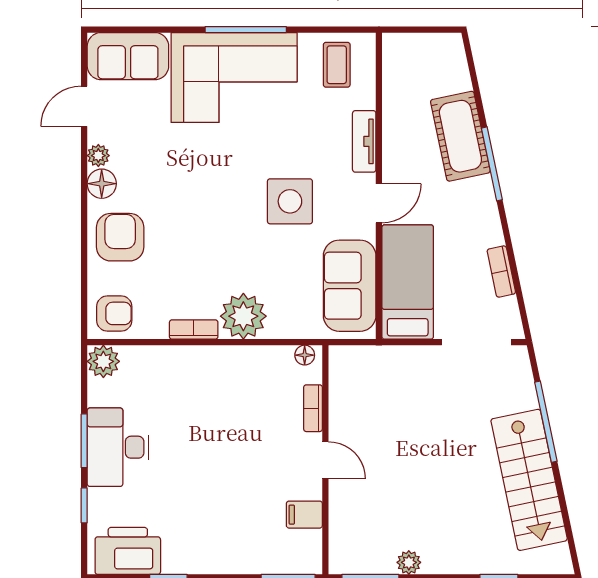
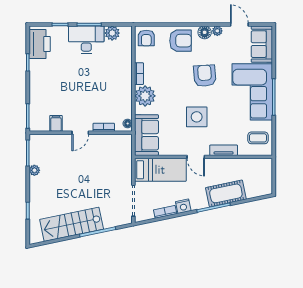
armchair: (198, 183) -> (205, 76), added
nightstand: (489, 231) -> (183, 206), added
sofa: (350, 286) -> (147, 135), moved, turned 90
plant: (103, 361) -> (112, 33), moved

